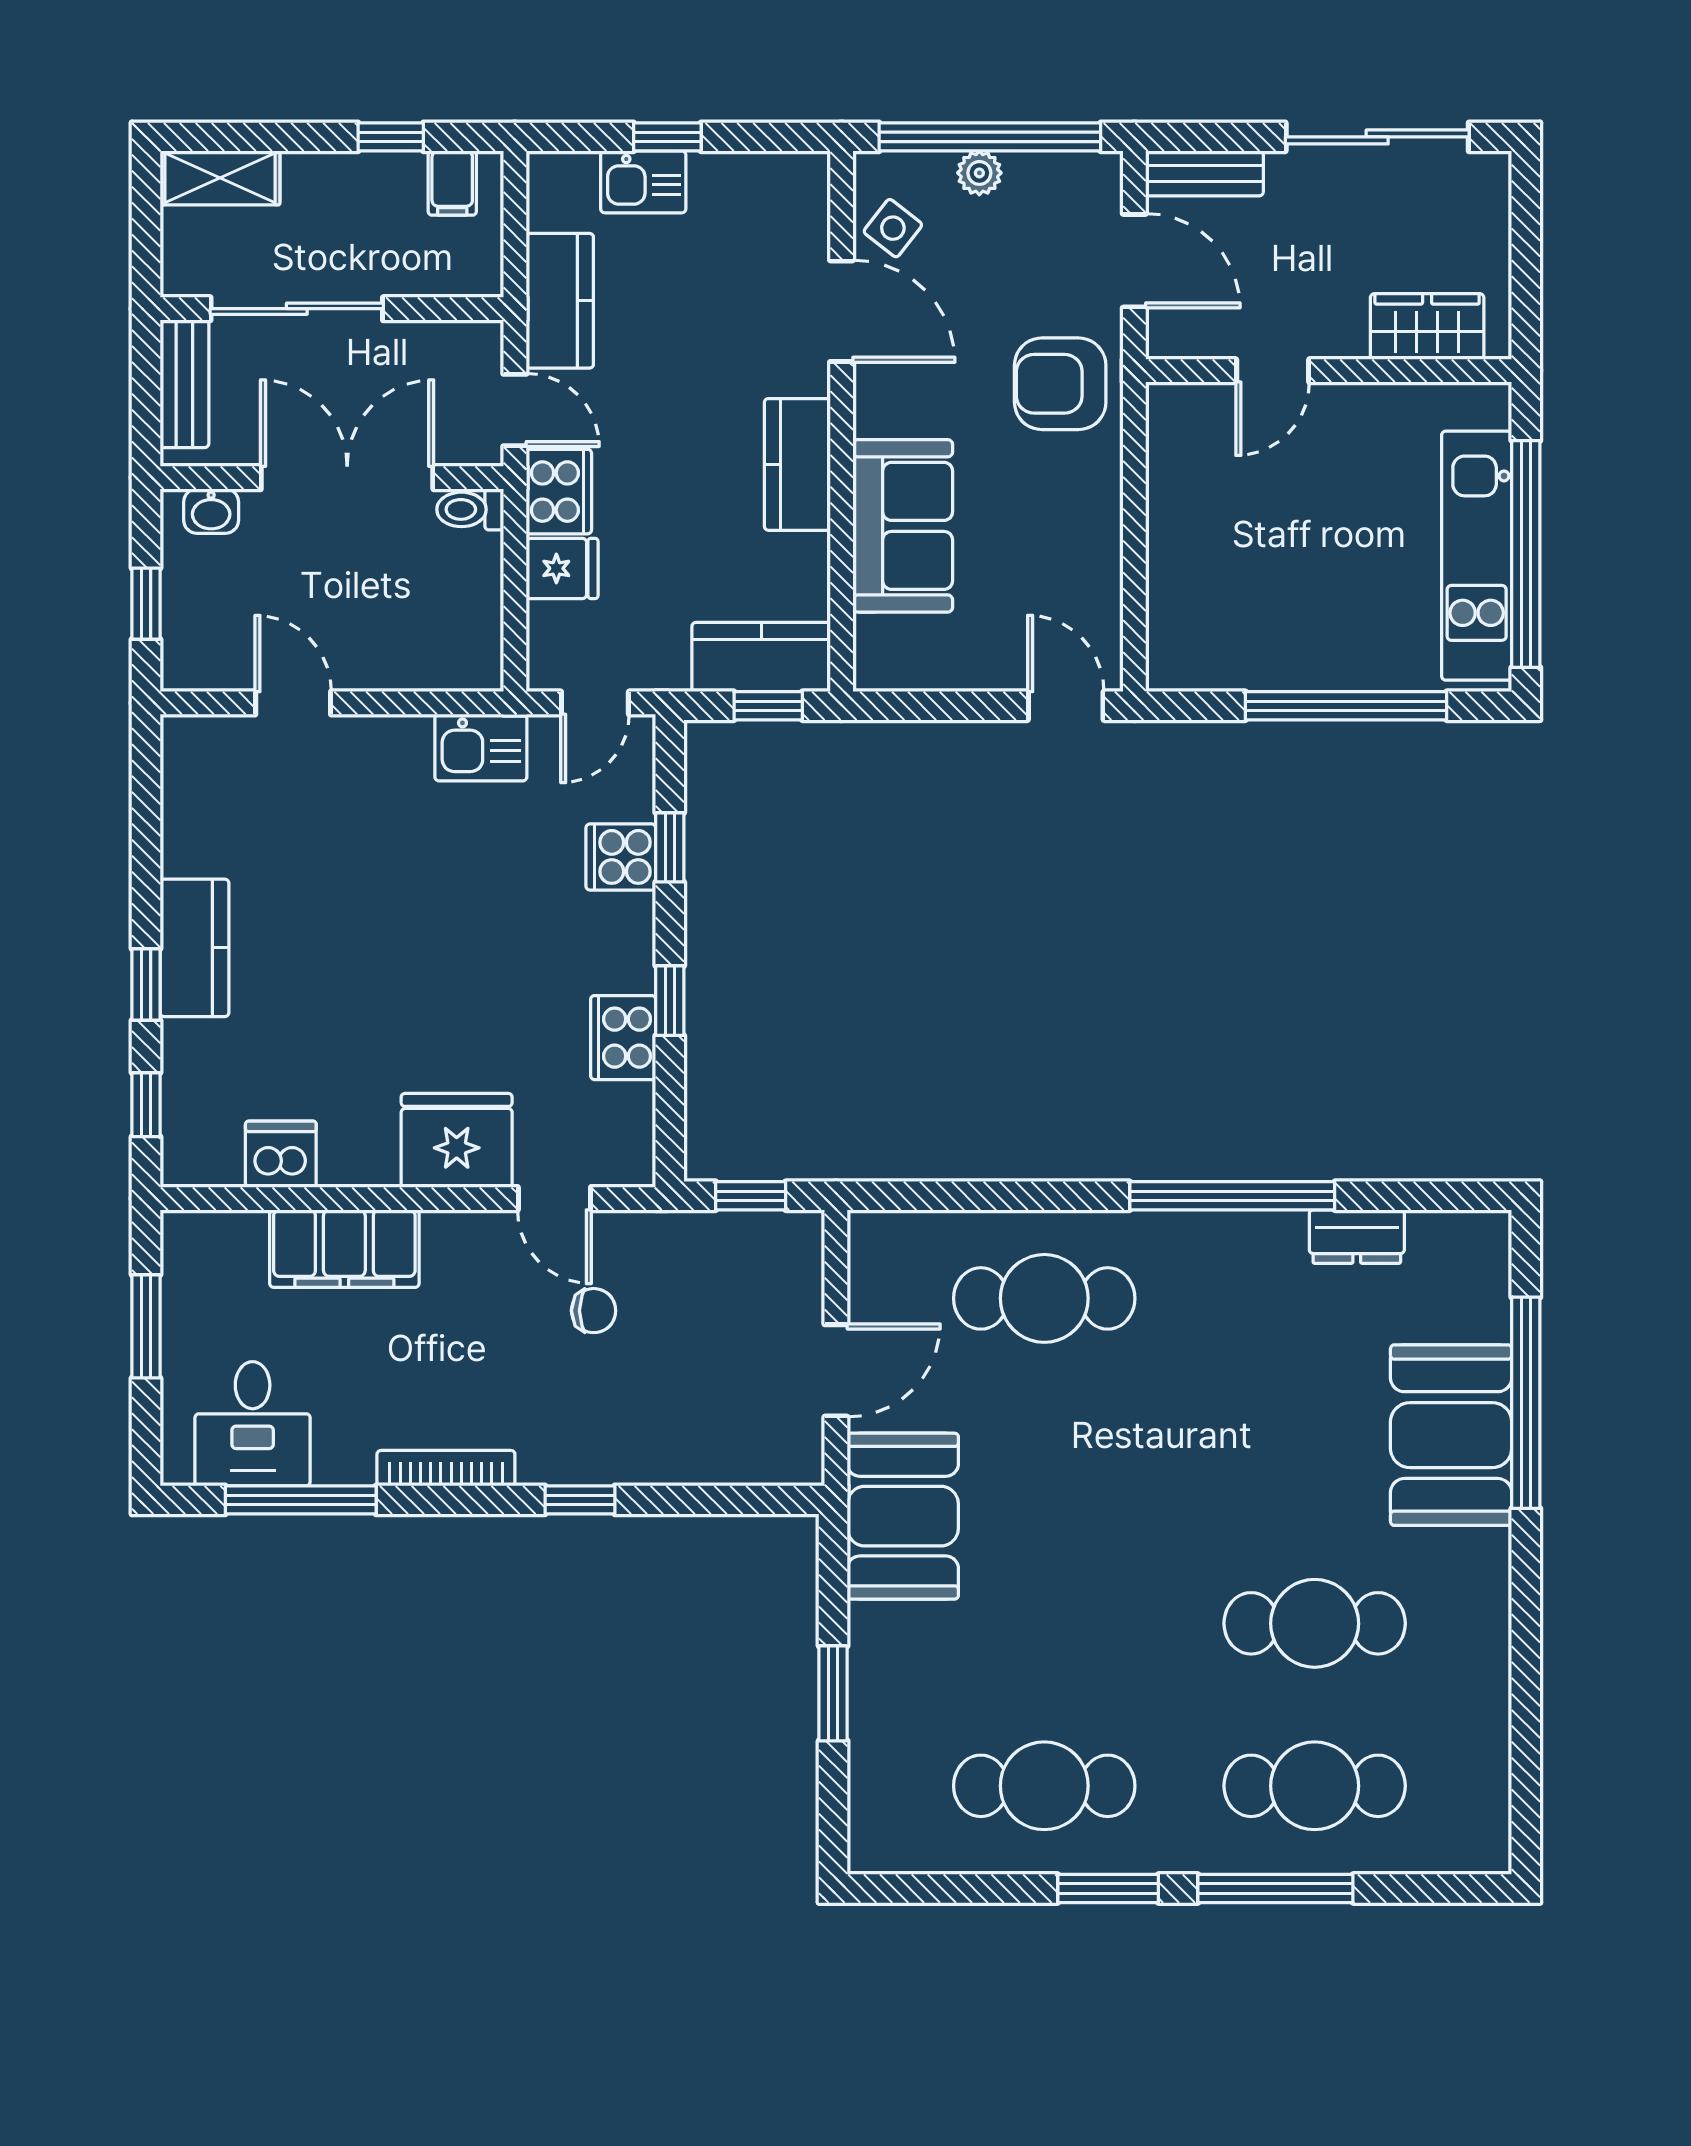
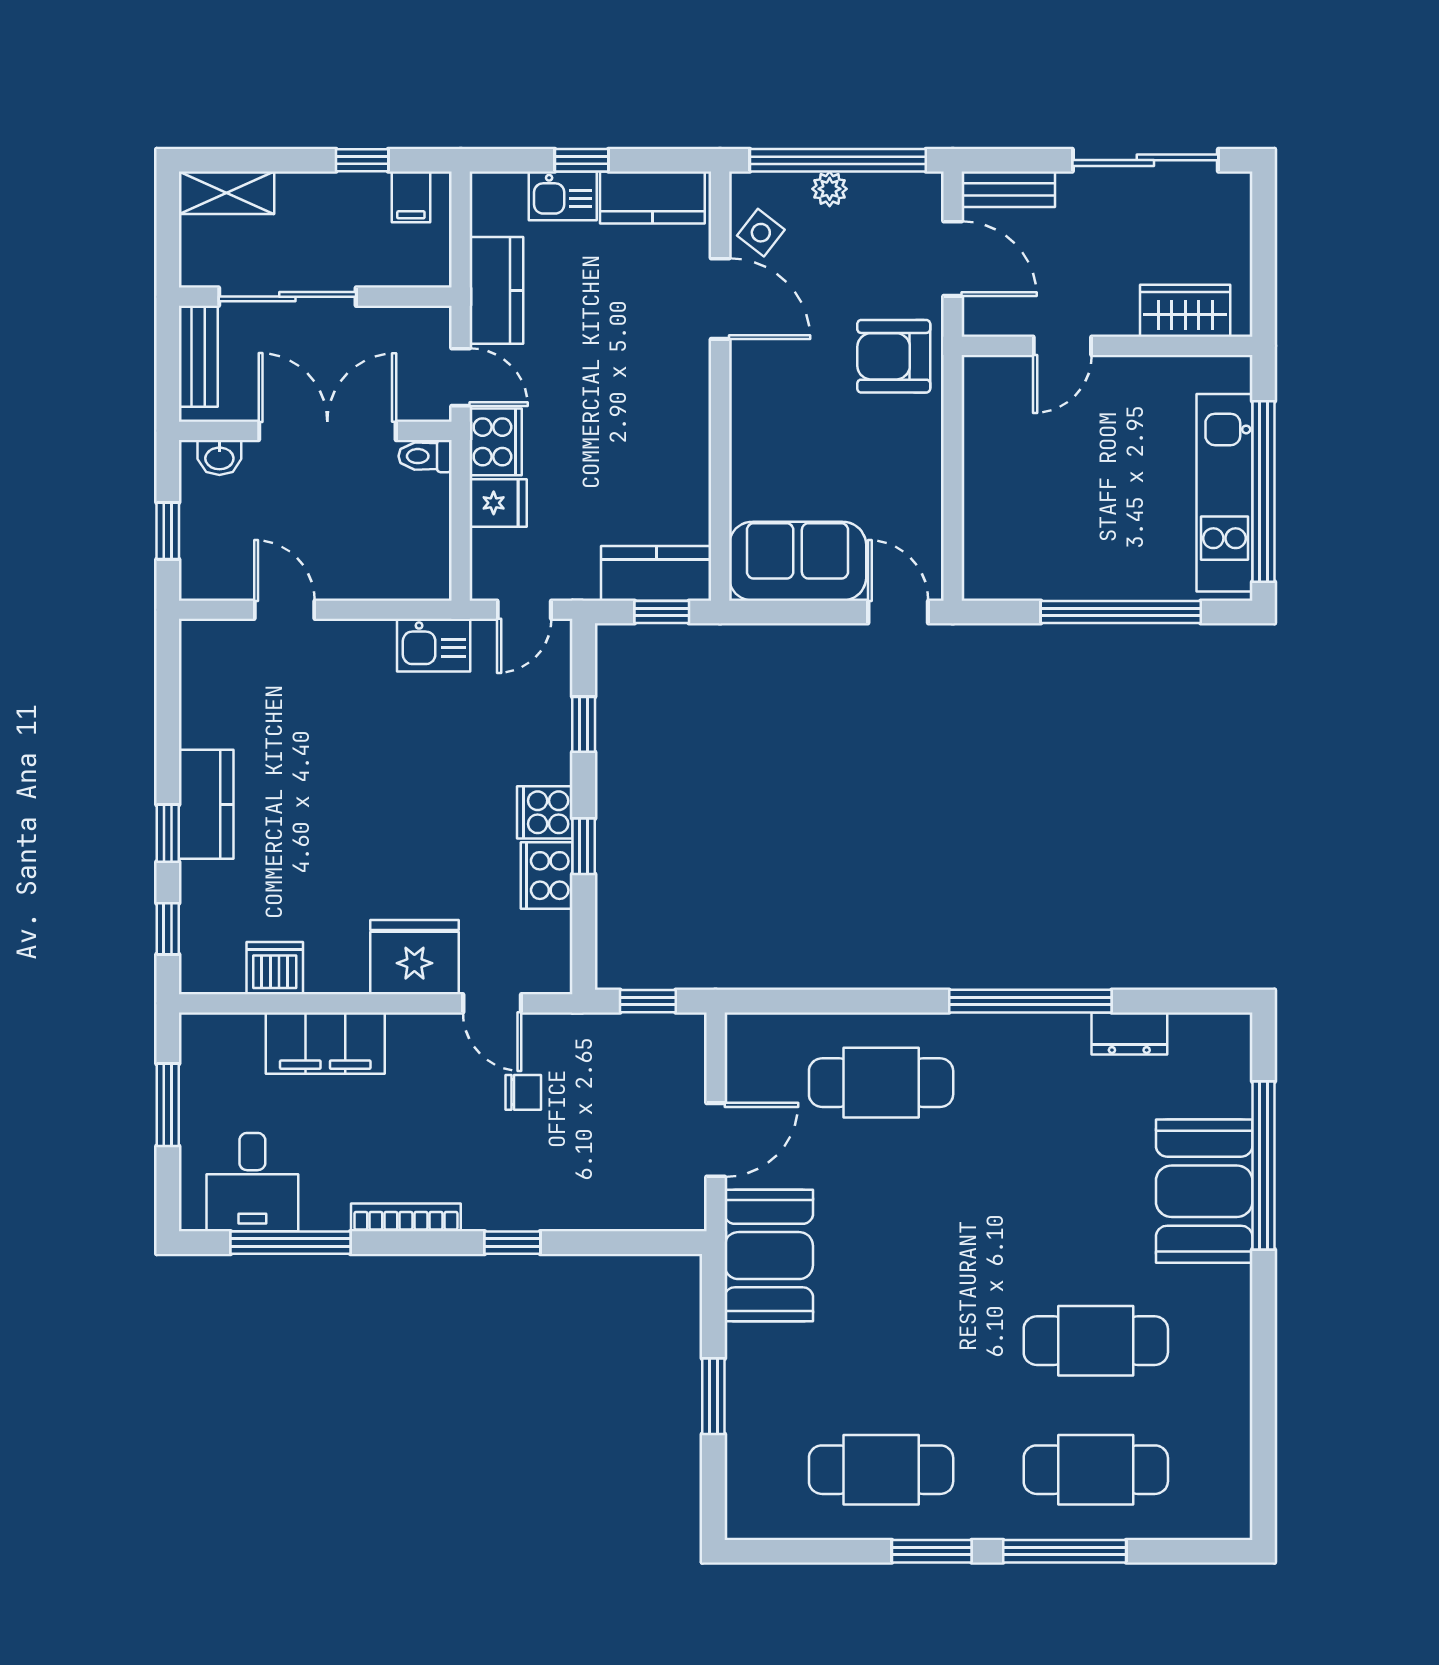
kitchen counter: (797, 464) -> (652, 198), moved, turned -90
sofa: (903, 526) -> (798, 561), moved, turned -90
cooker: (621, 857) -> (545, 812), moved

